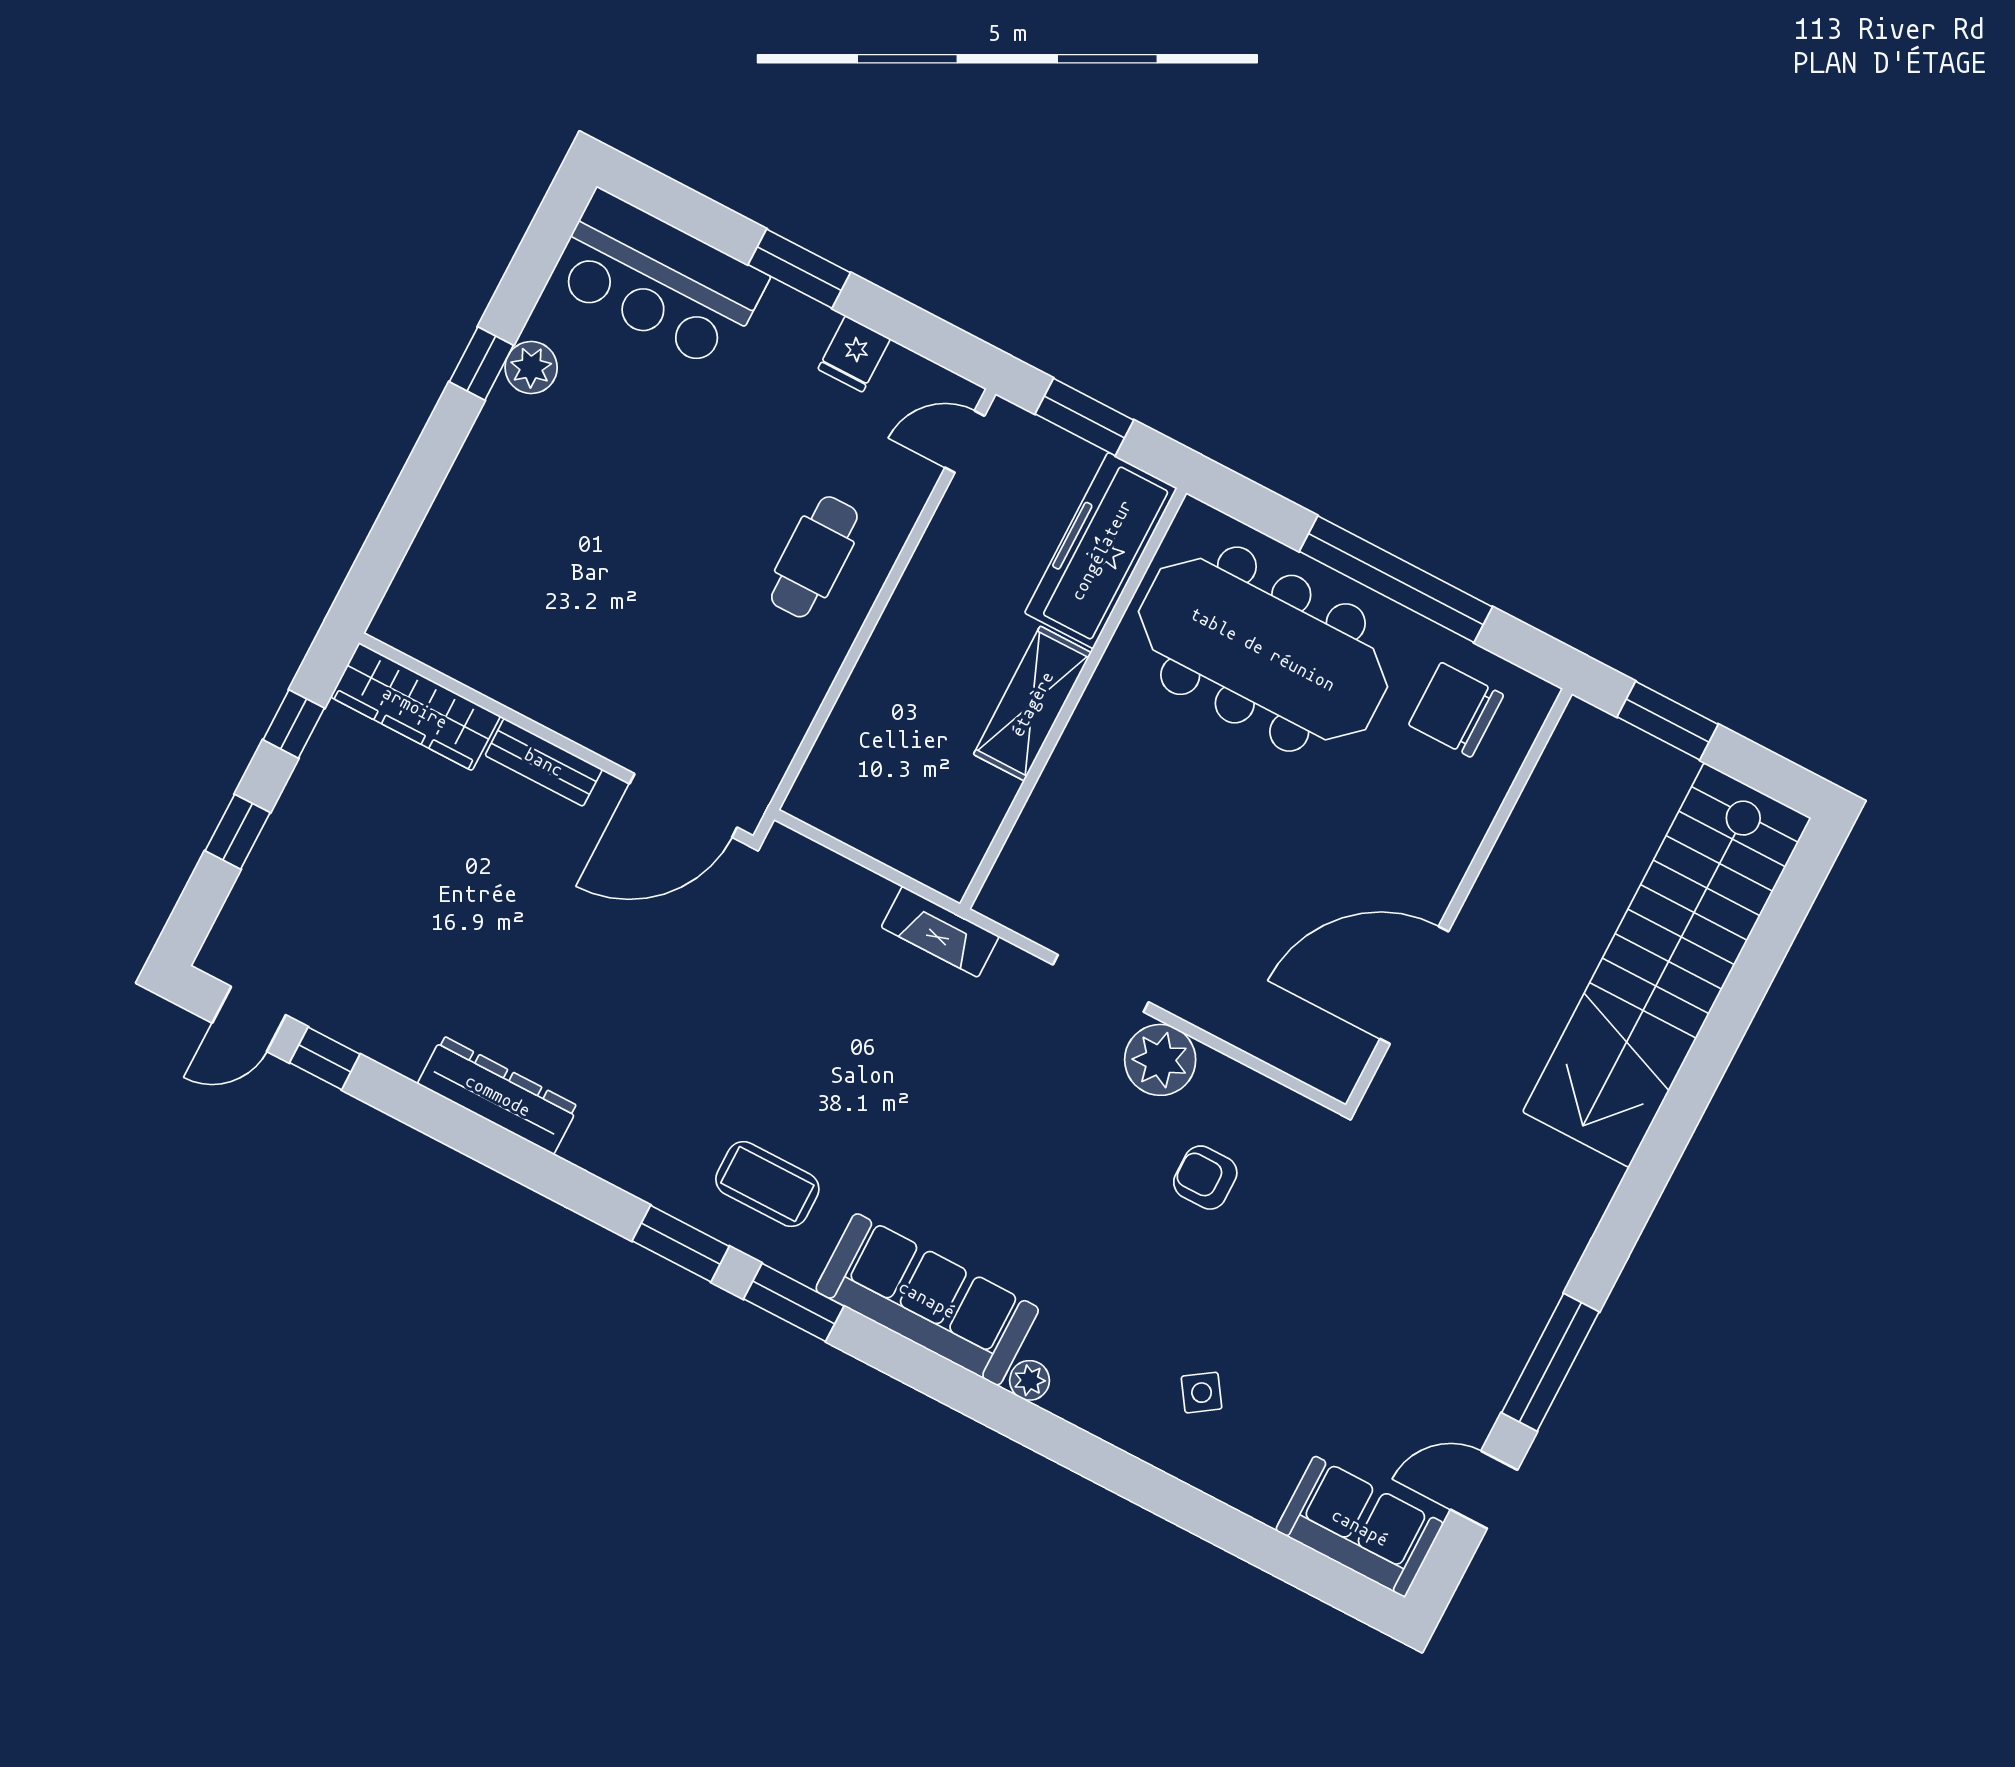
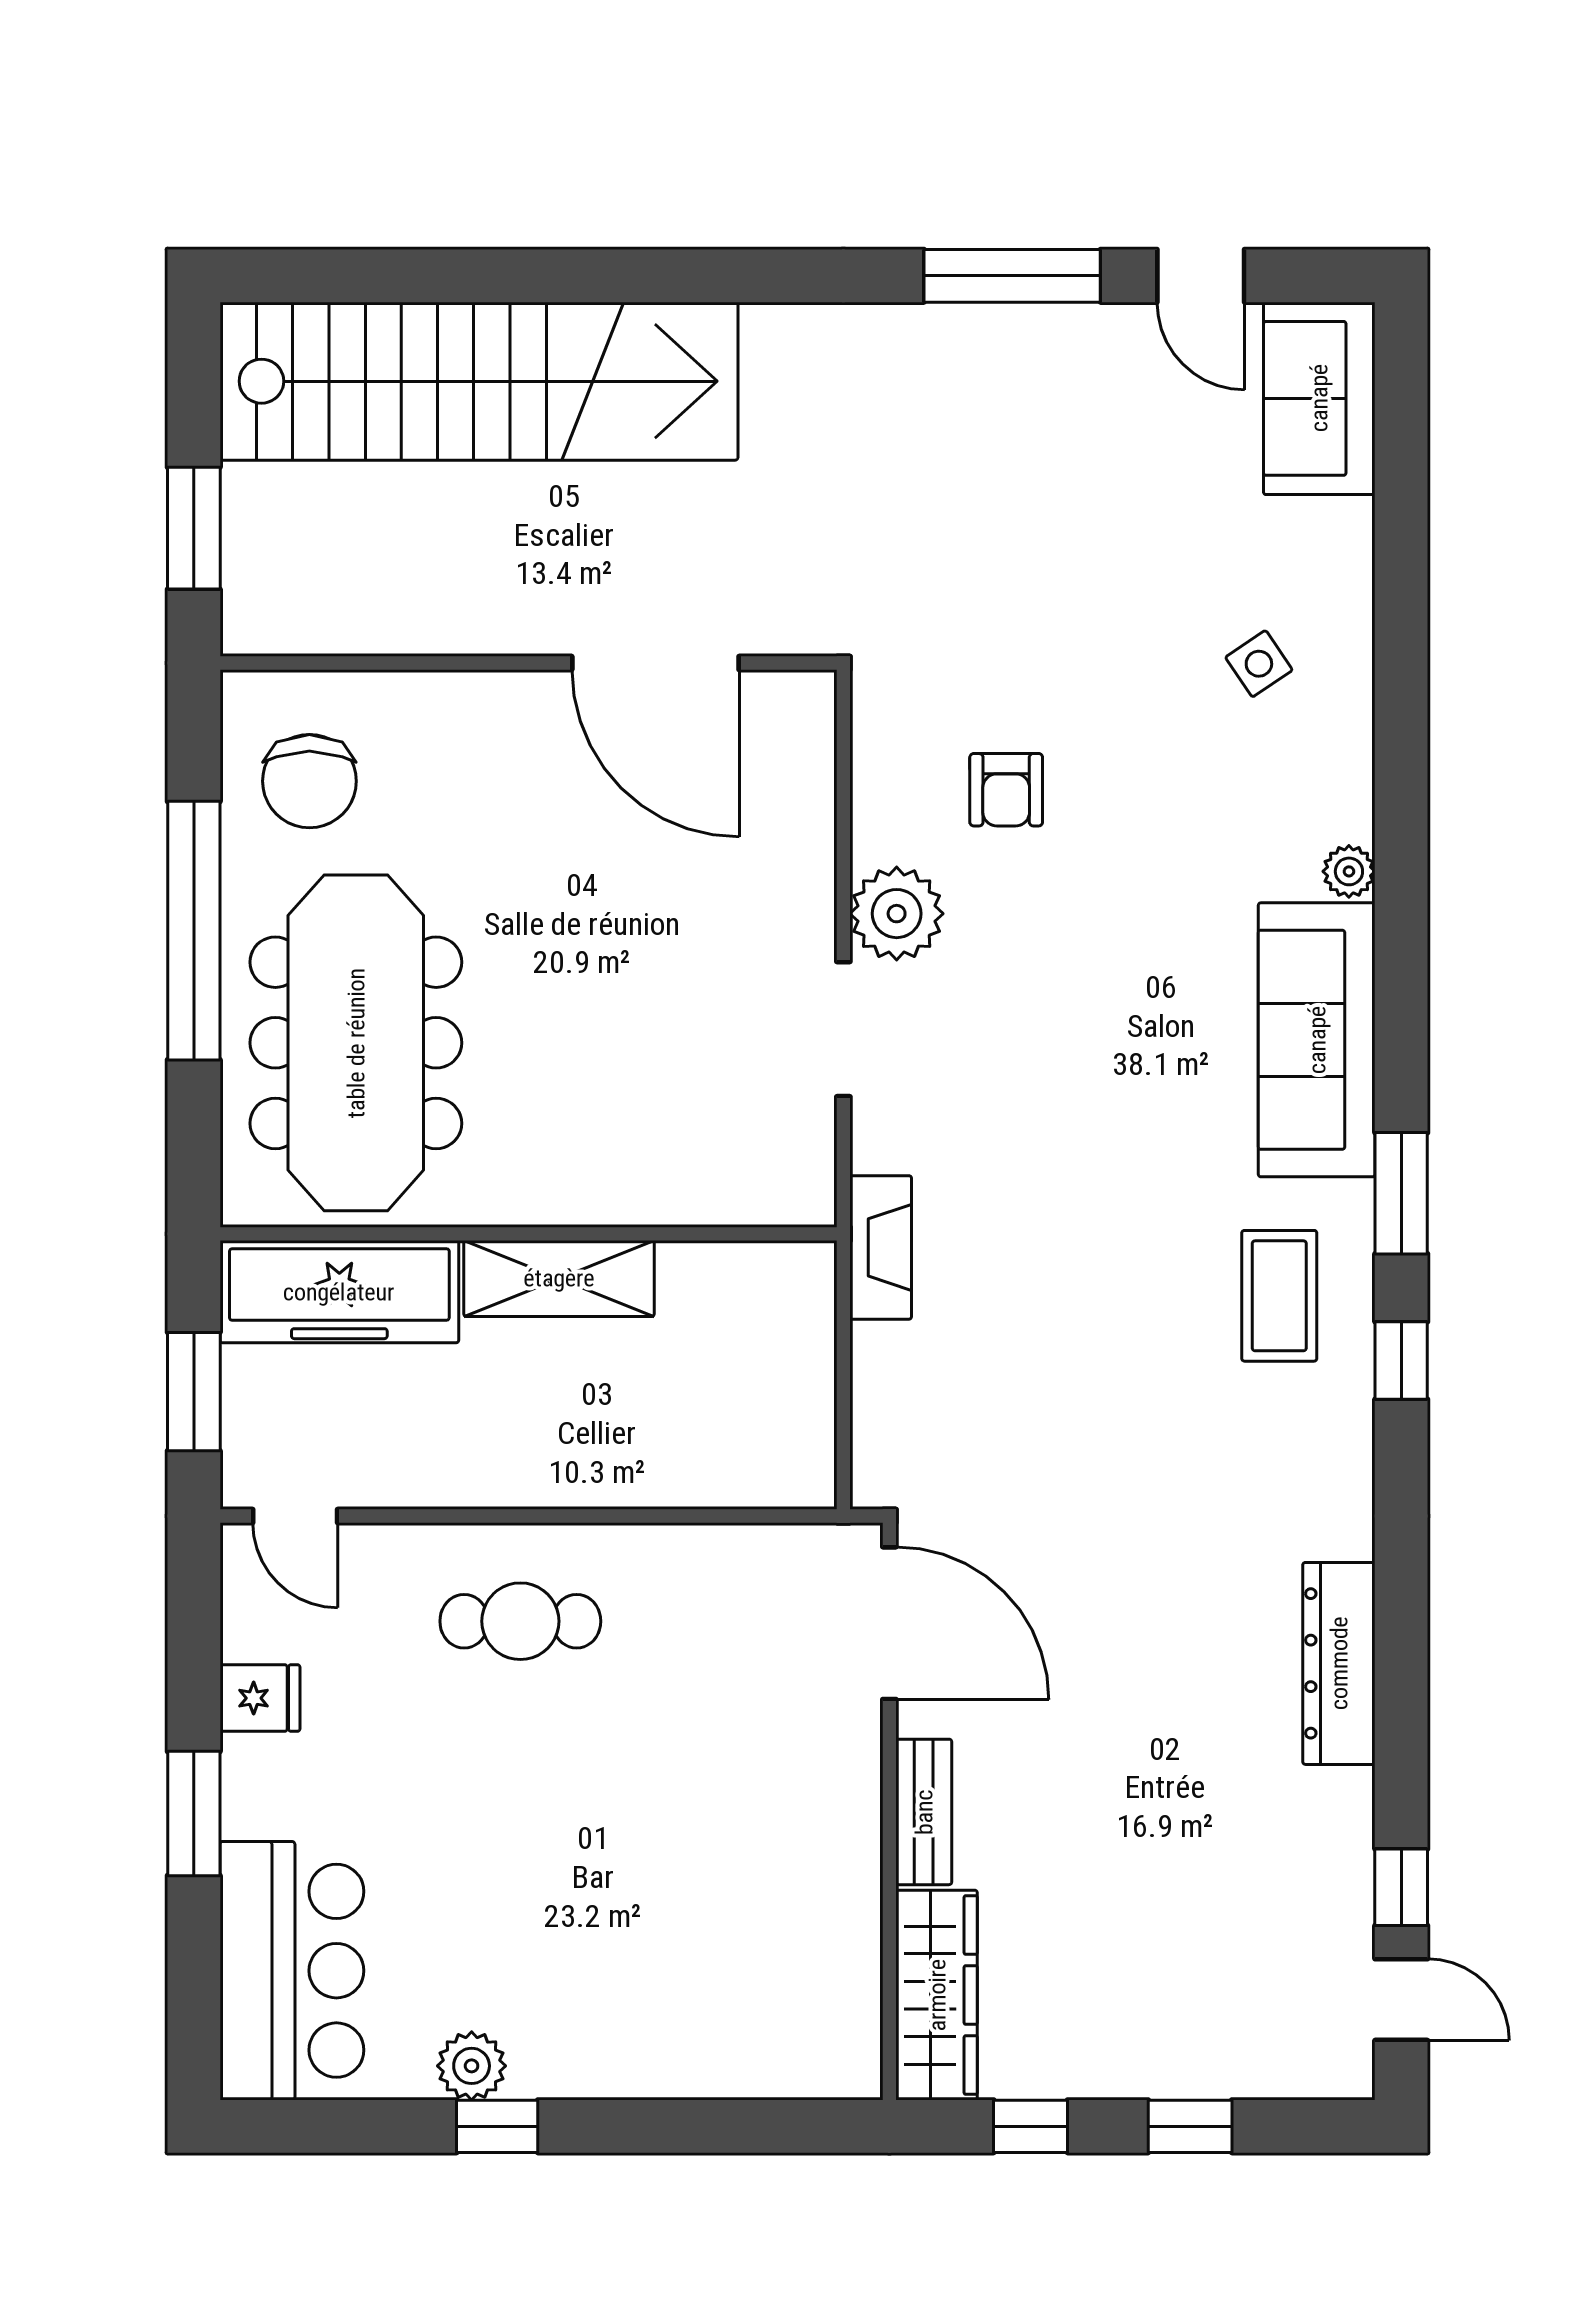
window: (681, 1244) -> (1401, 1361), width x0.67

